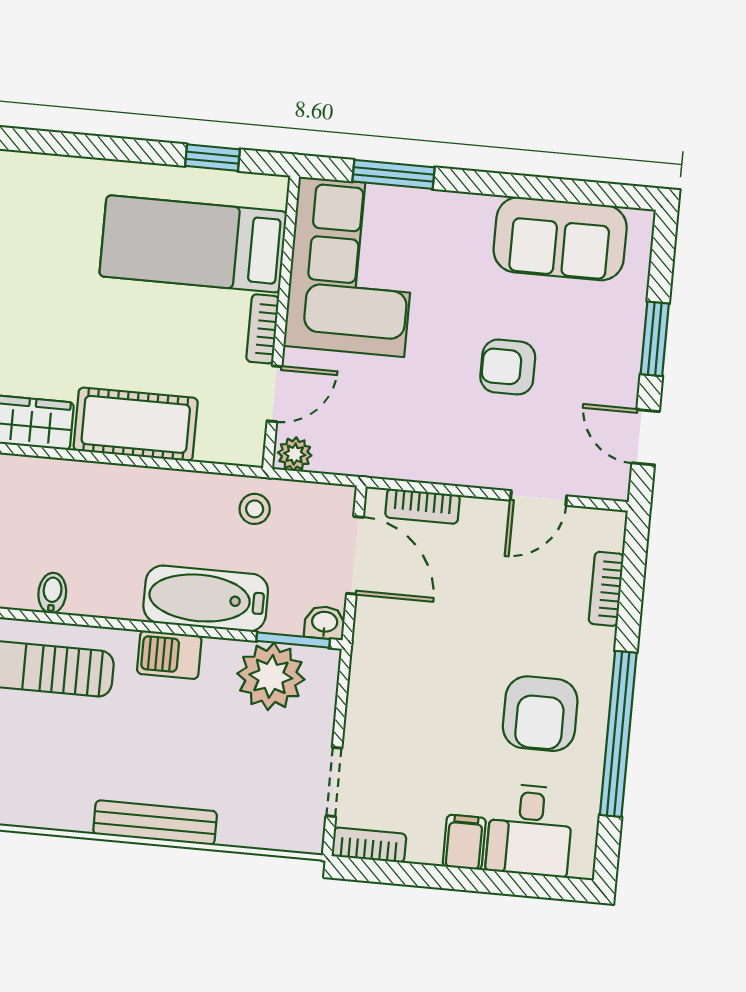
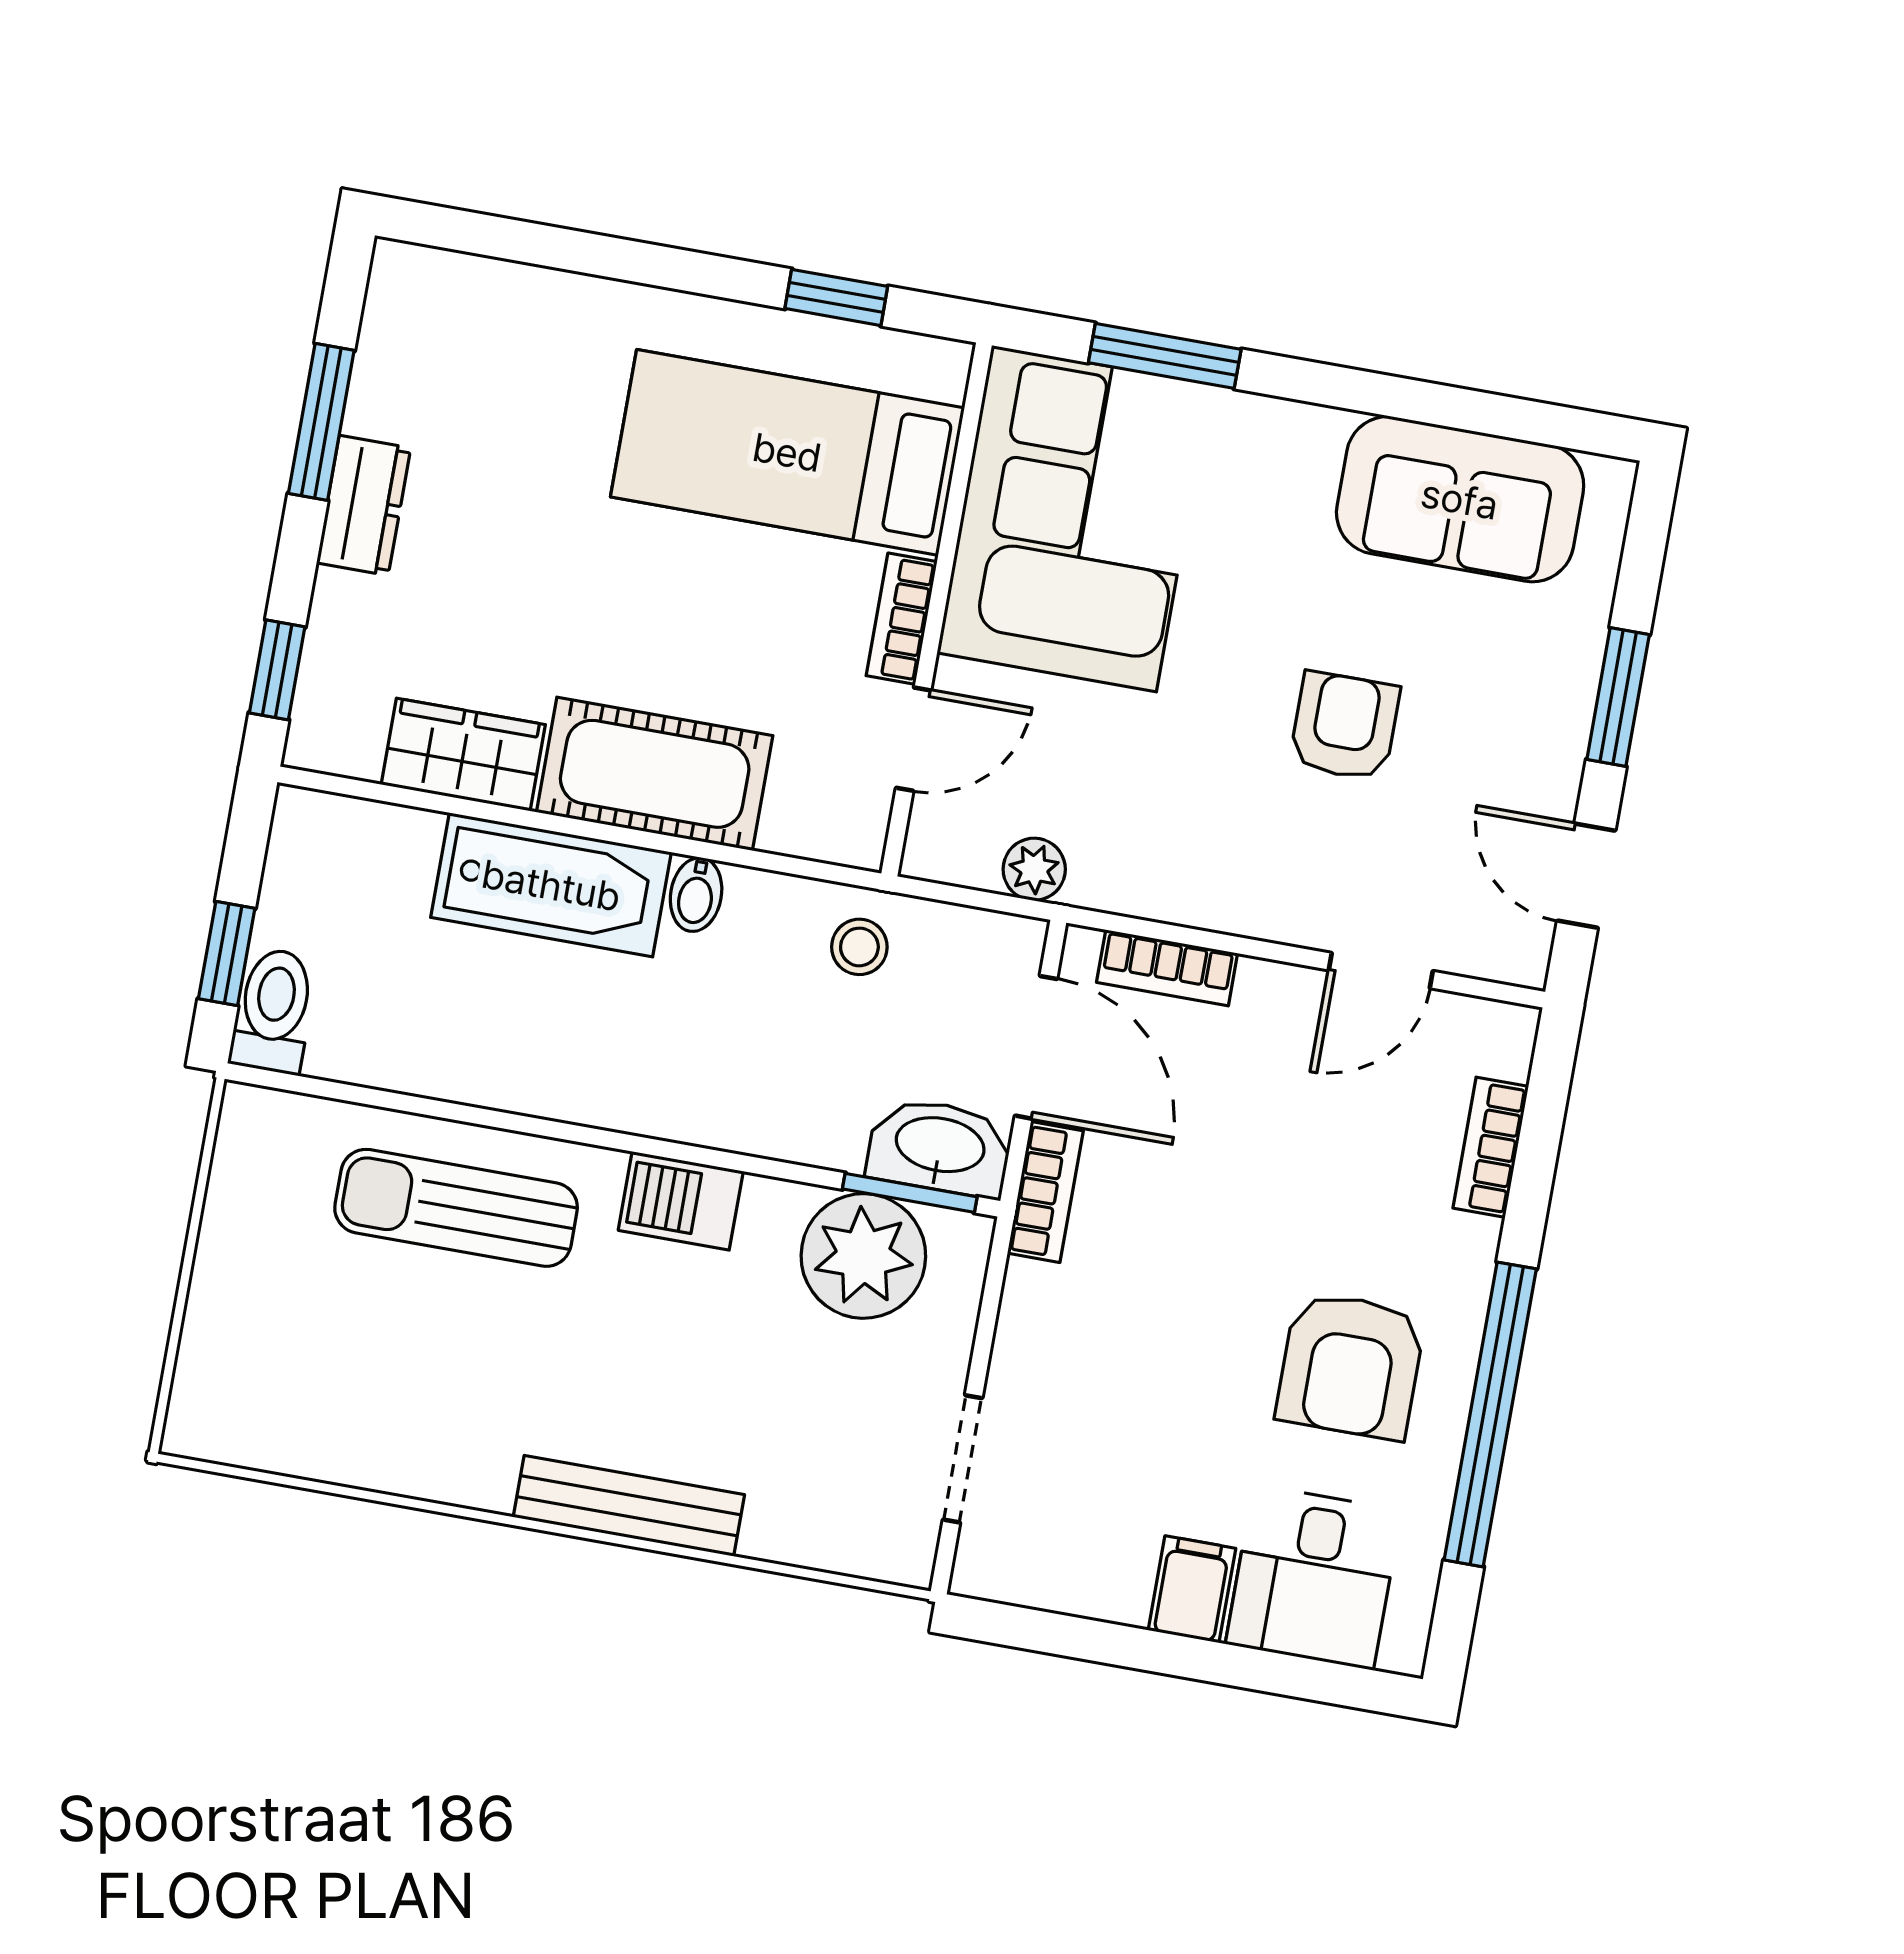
armchair: (508, 367) -> (1345, 726), turned 90
plant: (295, 454) -> (1034, 869), moved
bidet: (52, 593) -> (696, 895), moved, turned 180
bathtub: (206, 599) -> (551, 885), moved, turned 180
washbasin: (325, 623) -> (940, 1147), width x1.91, depth x1.45
bookcase: (369, 845) -> (1045, 1192), moved, turned 90

